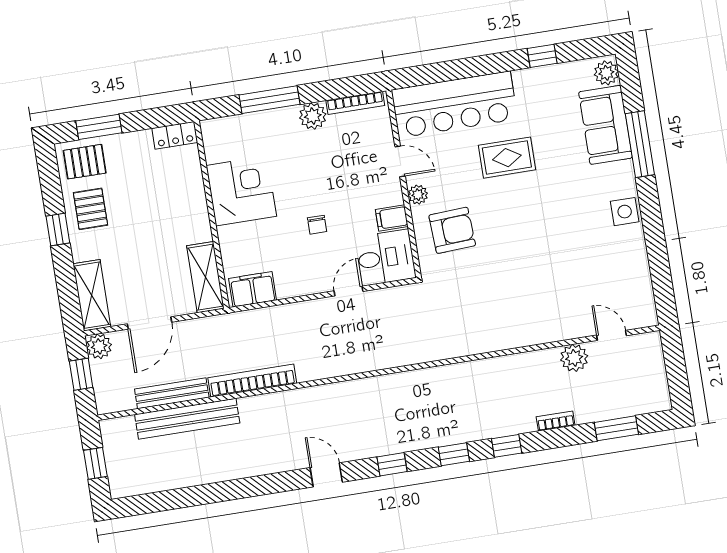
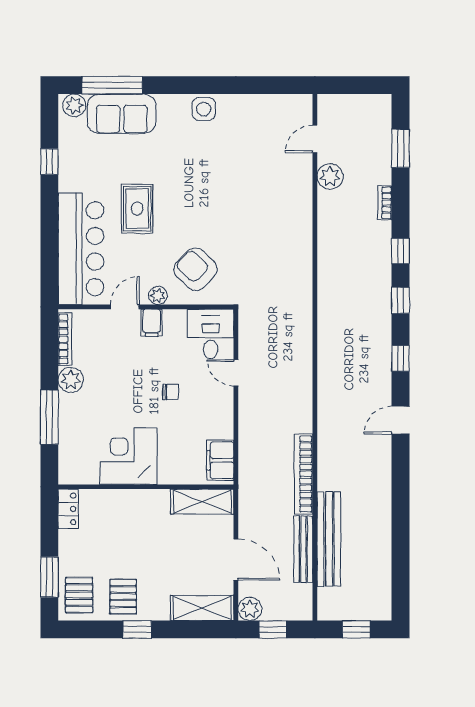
window: (640, 144) -> (112, 85), moved
pallet: (90, 209) -> (123, 597), turned 90
filing cabinet: (392, 218) -> (152, 323), moved
armchair: (452, 230) -> (196, 269), turned -43

